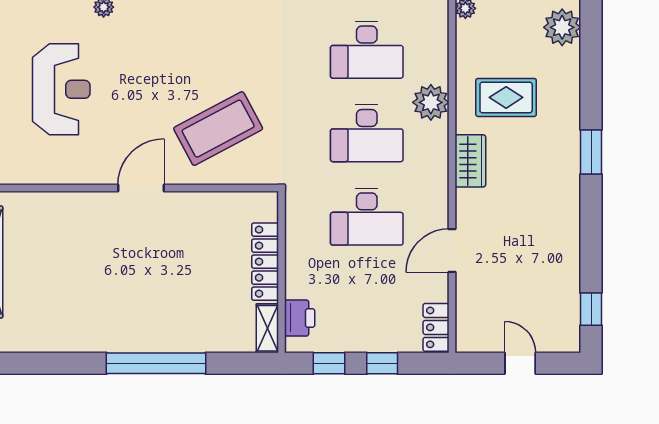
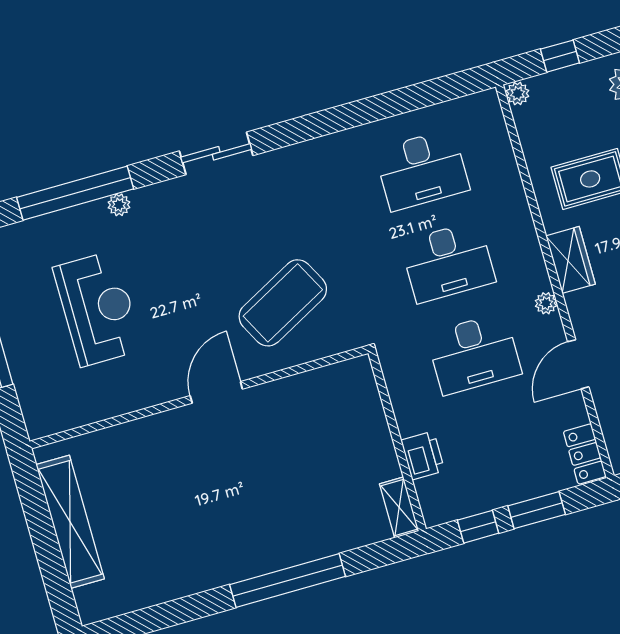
plant: (431, 102) -> (546, 303), moved, width x0.53, depth x0.53
locker: (265, 262) -> (376, 435), removed
printer: (300, 318) -> (423, 455), moved
window: (382, 363) -> (537, 510), width x1.50

